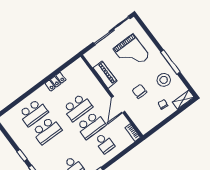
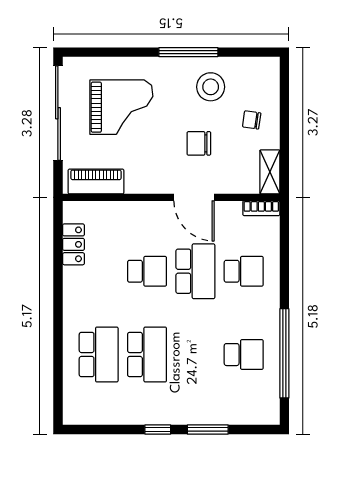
piano: (105, 75) -> (96, 182), moved
locker: (55, 82) -> (73, 244), moved
shelving: (183, 100) -> (270, 172), moved
school desk: (78, 107) -> (147, 271), width x0.54

